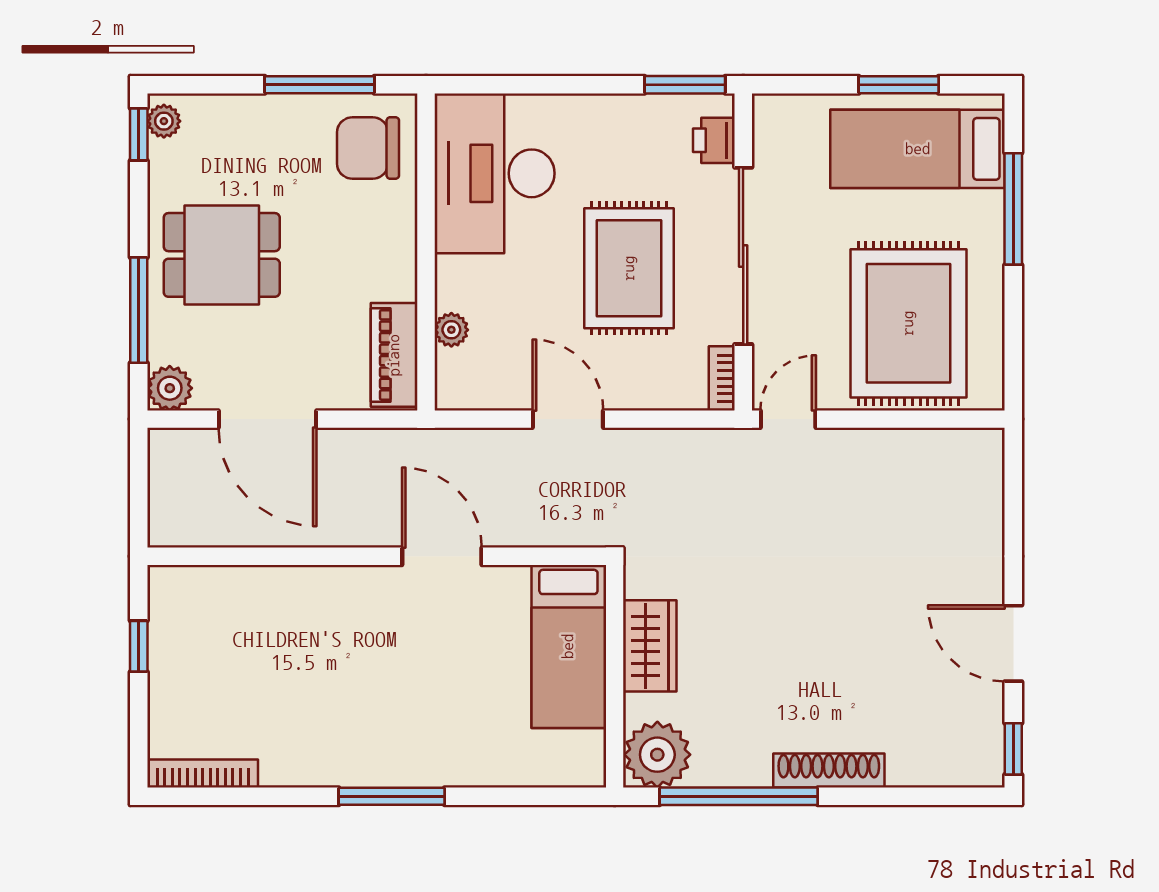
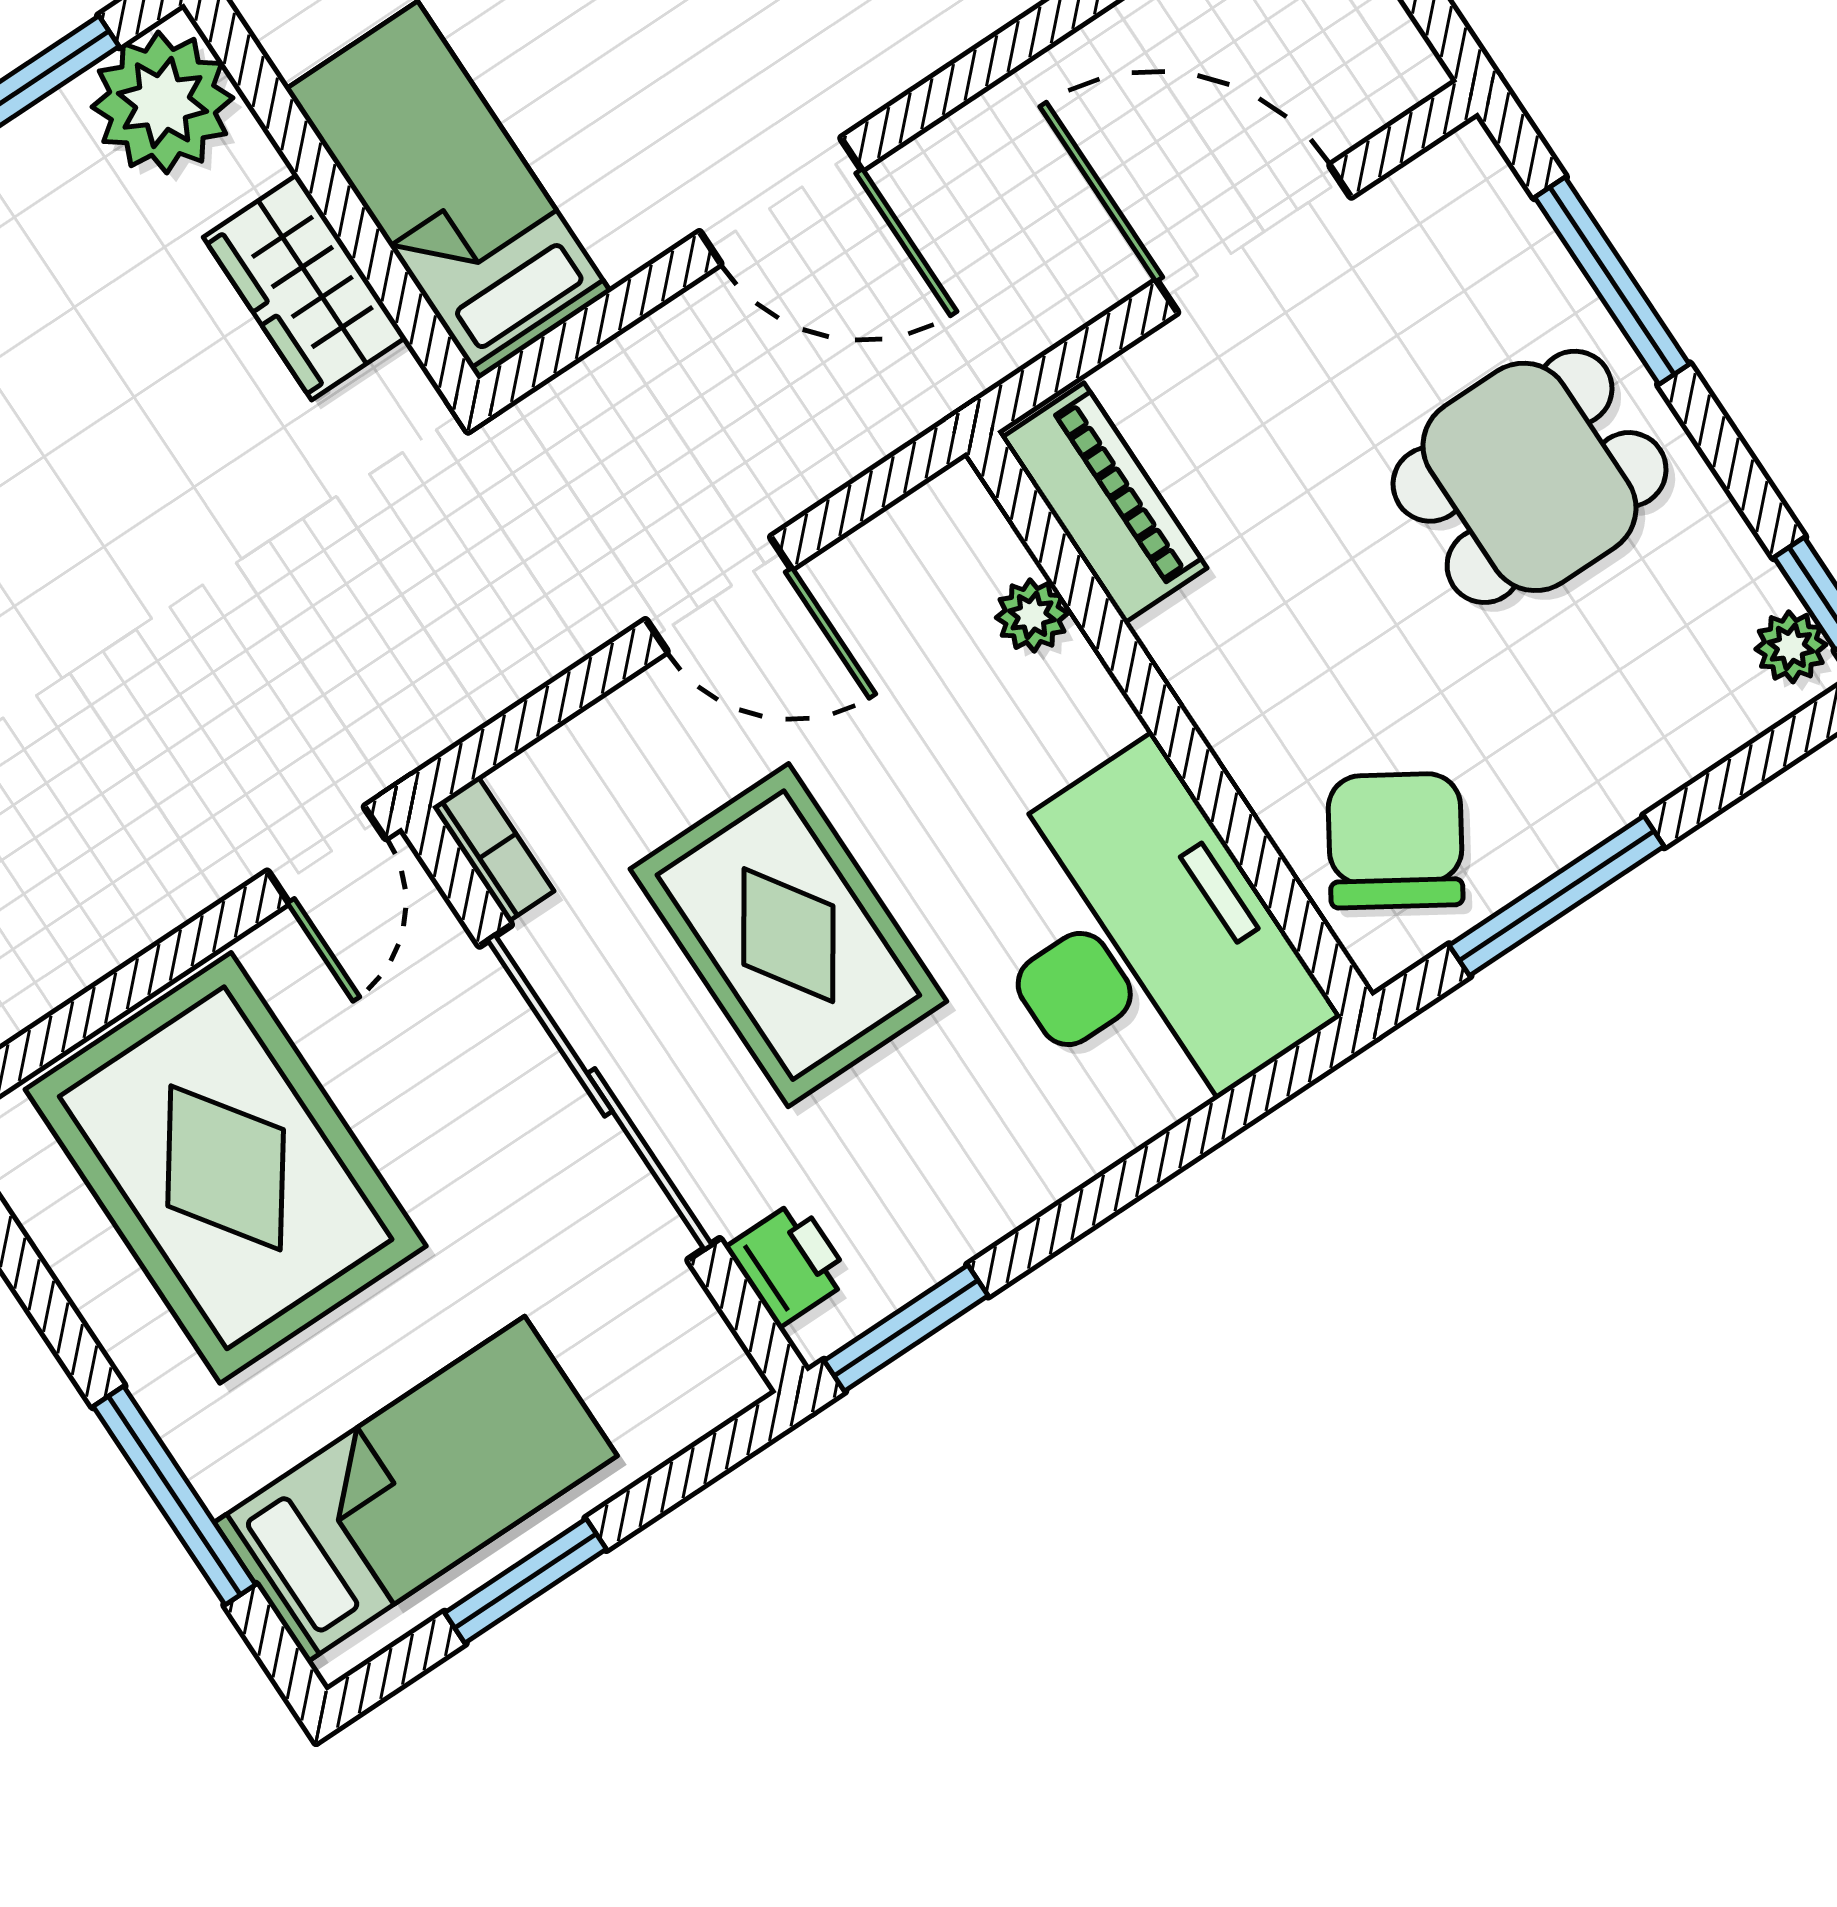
chair: (368, 148) -> (1395, 841), turned -58
plant: (170, 388) -> (1464, 178), removed

